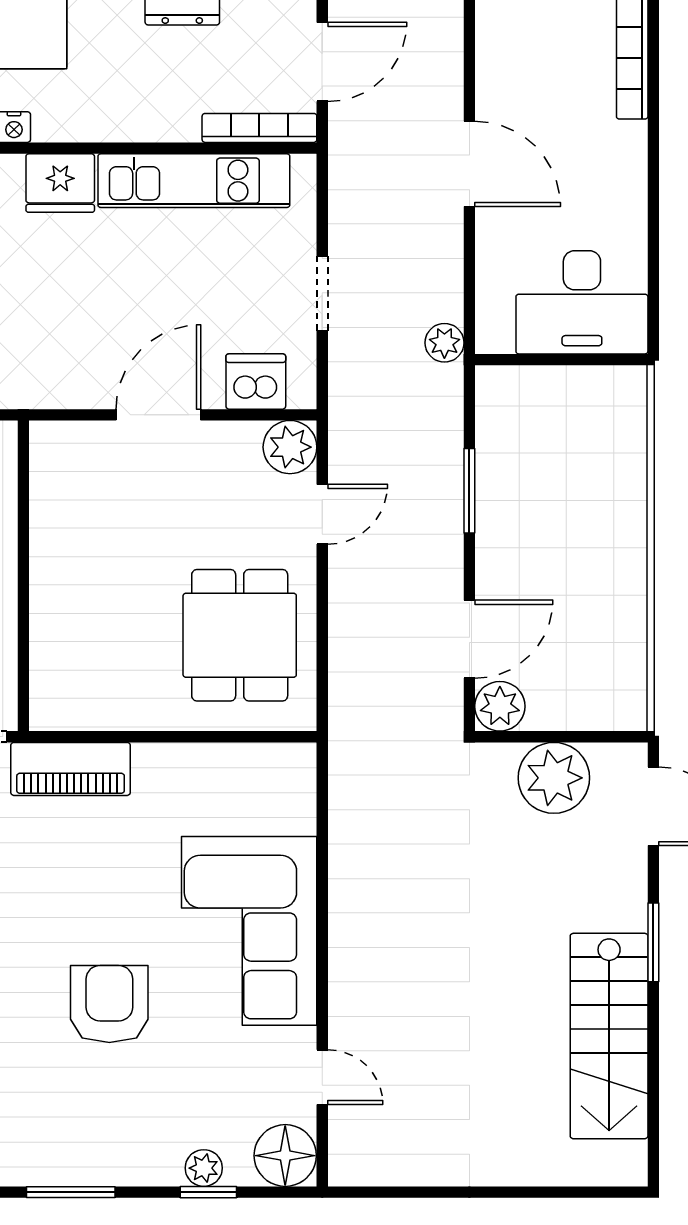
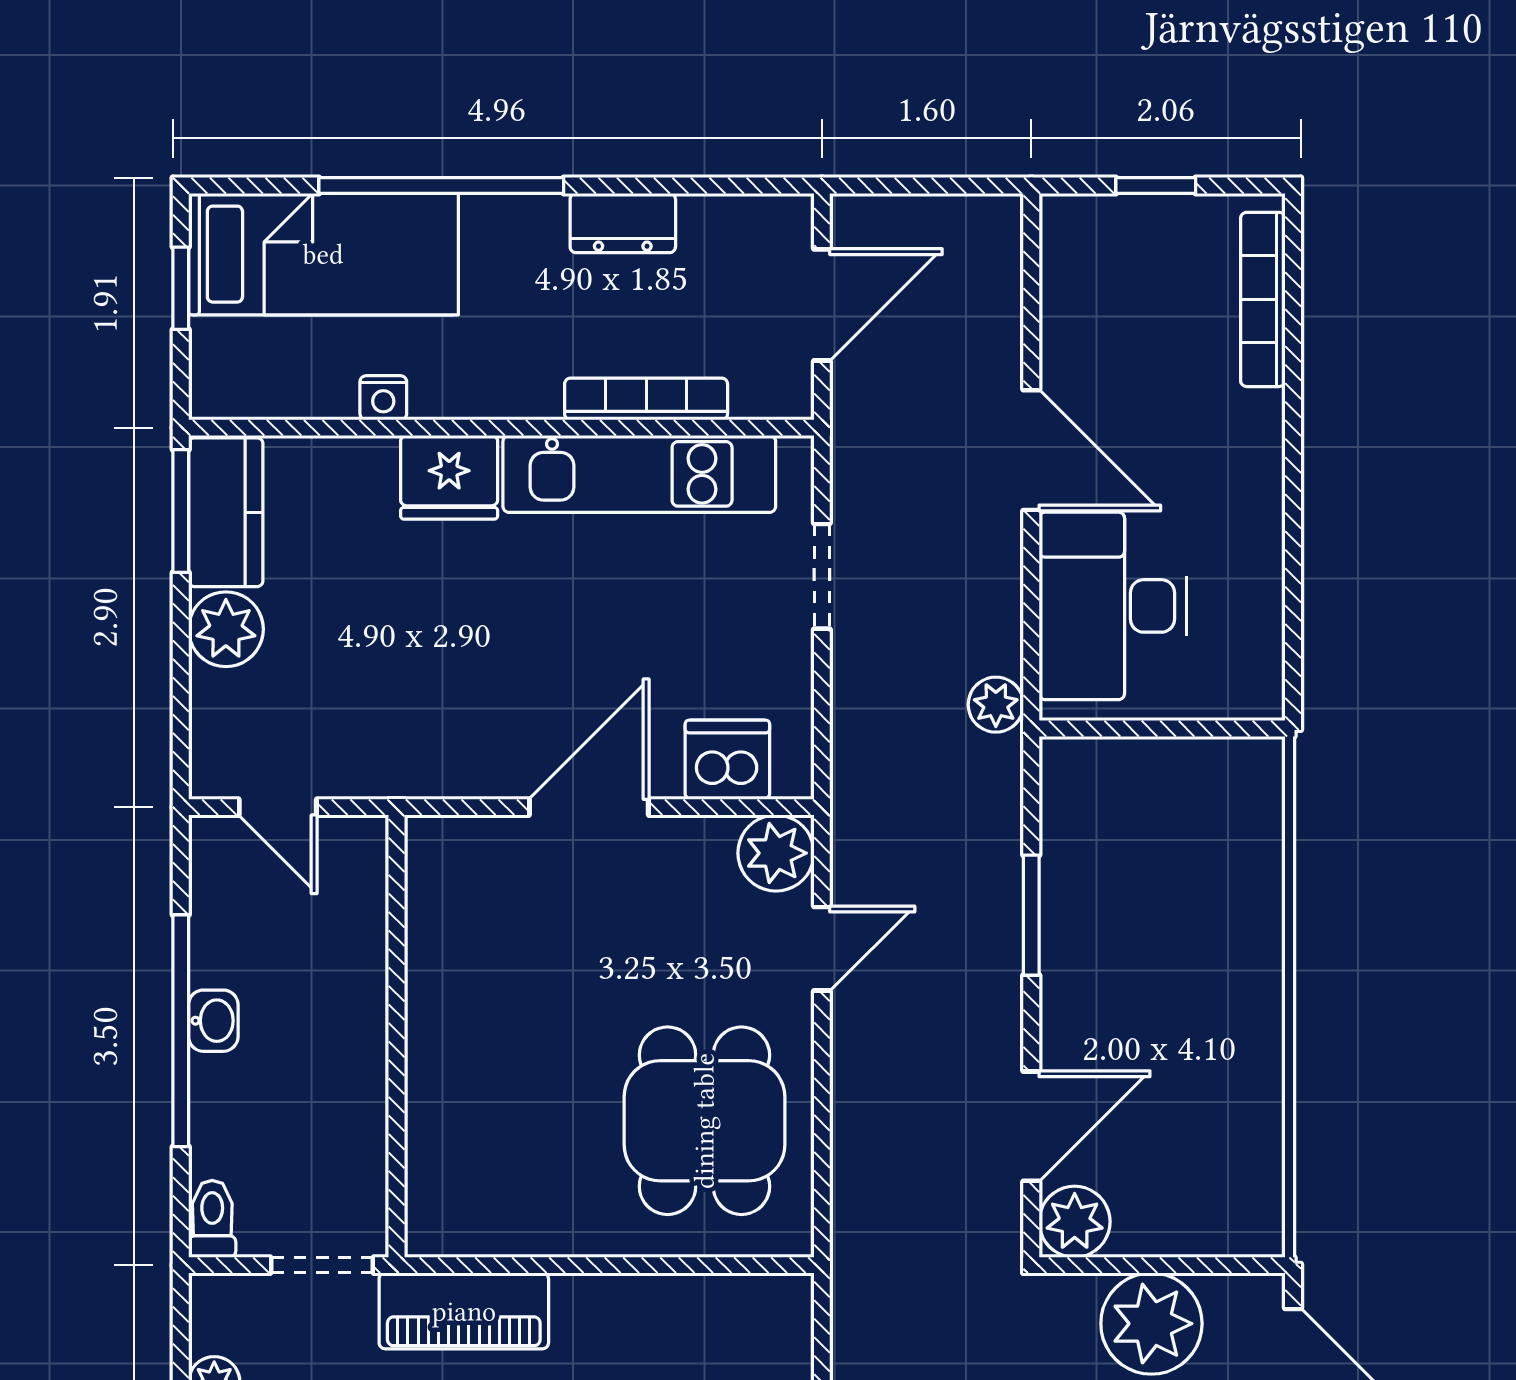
bookcase: (259, 128) -> (646, 399), moved
doorway: (322, 293) -> (822, 576), moved
desk: (582, 302) -> (1113, 606), moved, turned 90

